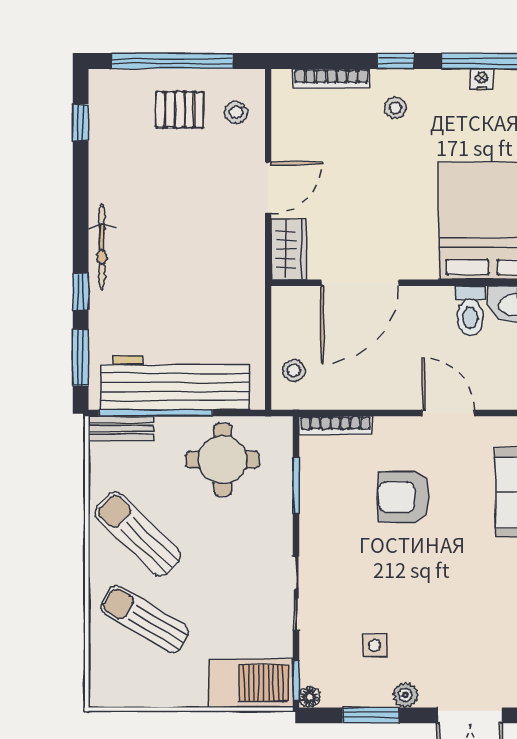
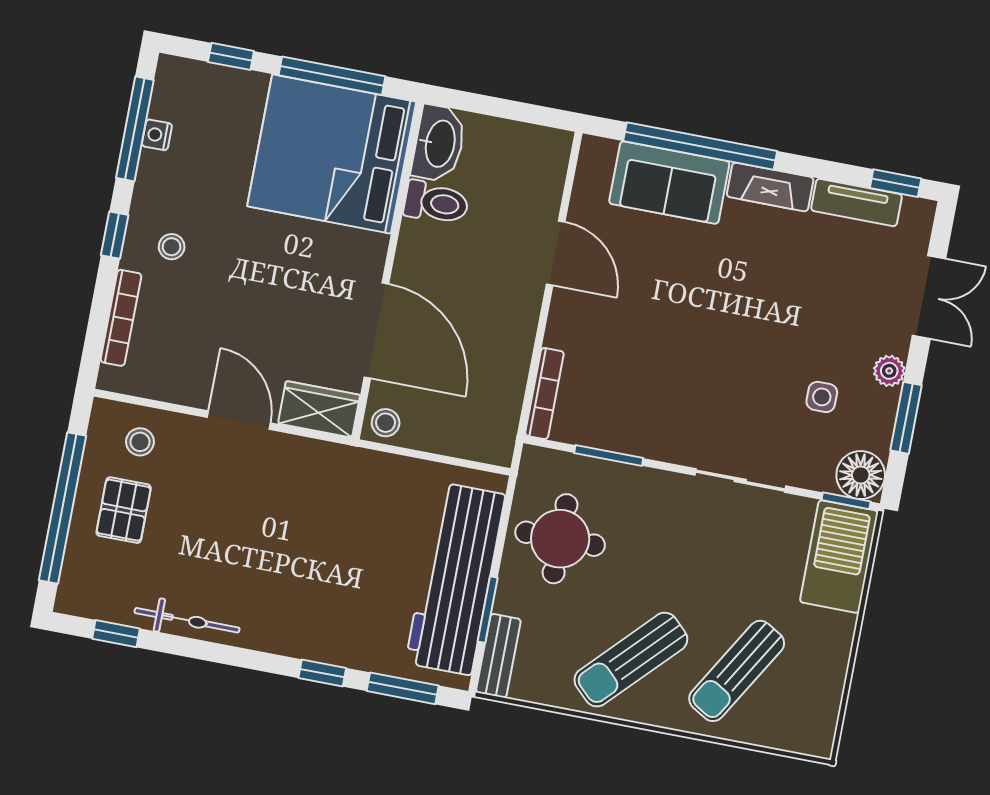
bicycle: (102, 247) -> (187, 620), moved
stool: (294, 371) -> (386, 423), moved
window: (156, 413) -> (488, 610), width x0.47
door: (448, 413) -> (556, 253), swing flipped
armchair: (404, 497) -> (648, 327), removed
floor lamp: (309, 697) -> (861, 475), width x1.89, depth x1.89

